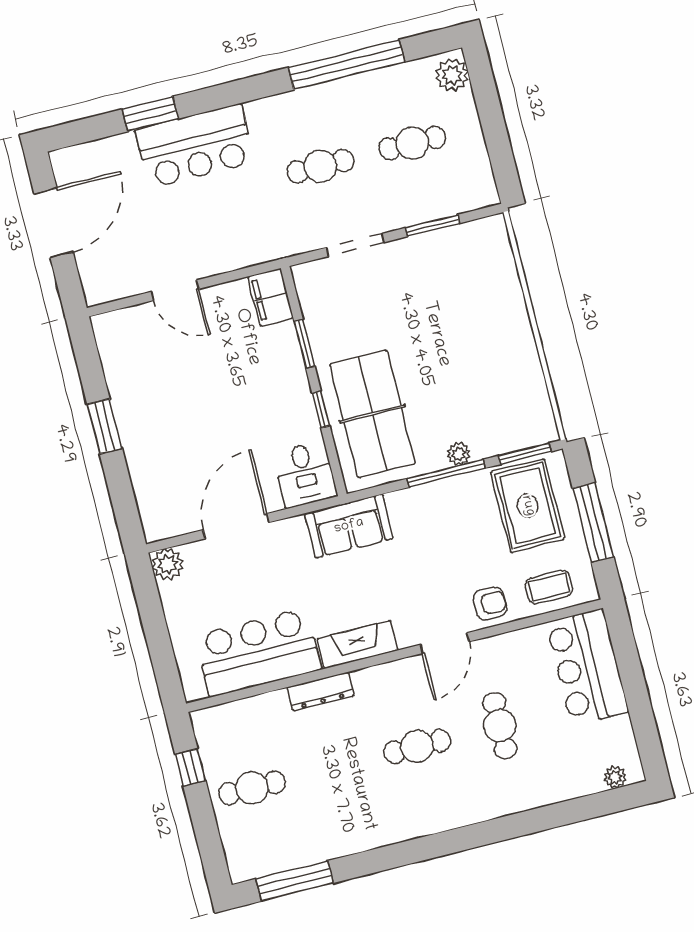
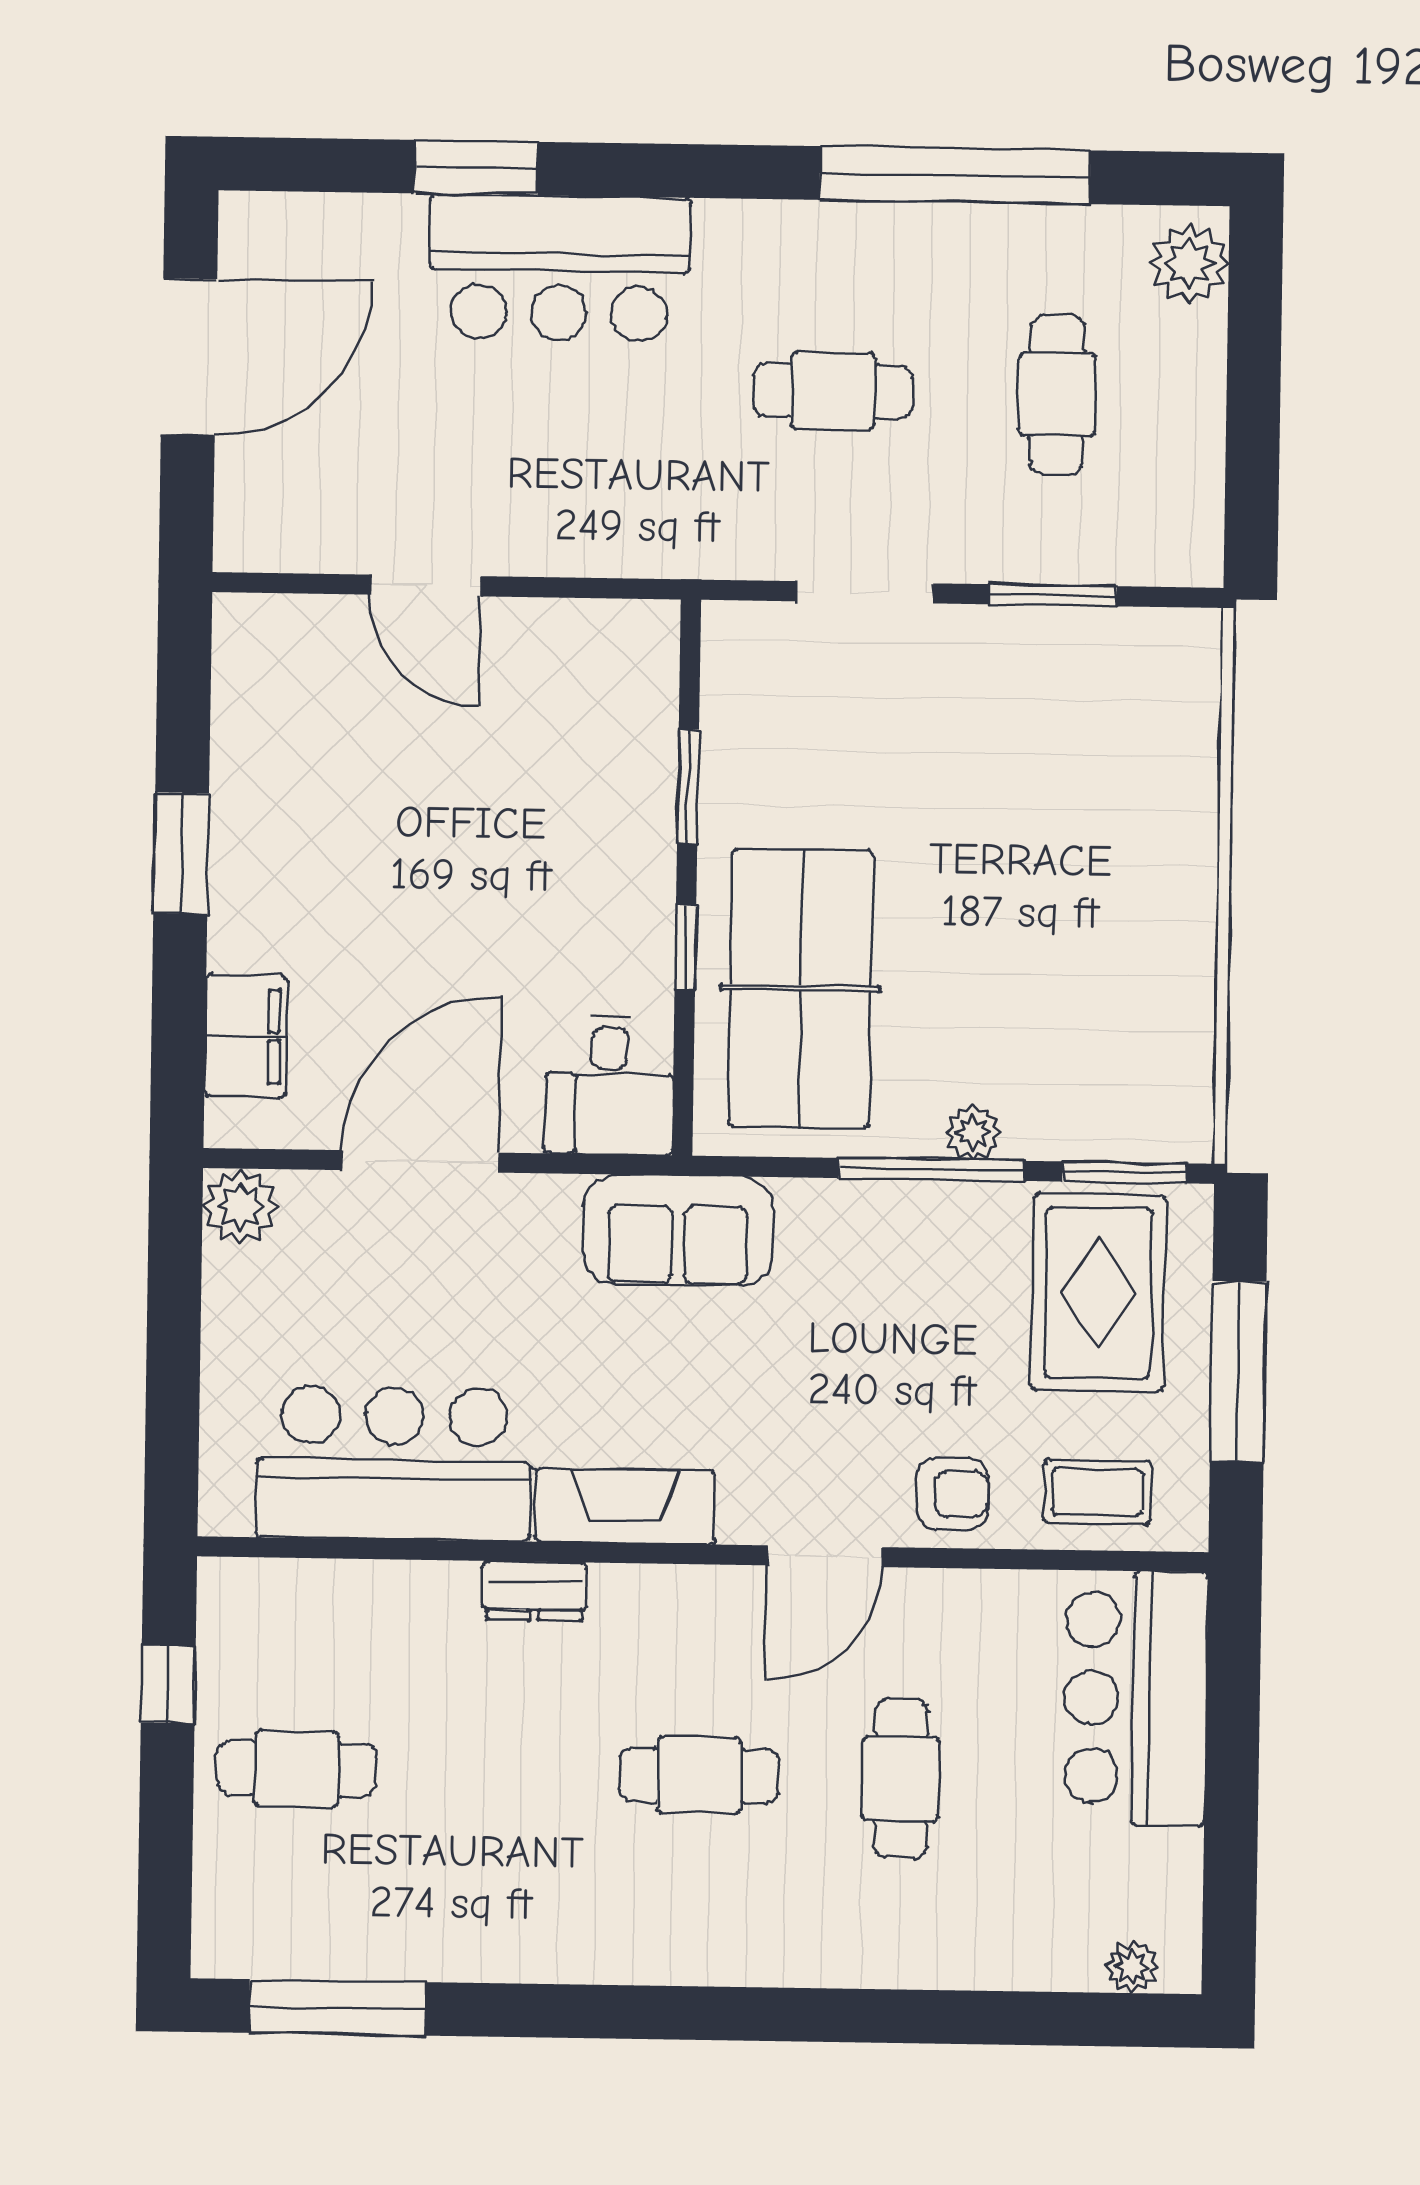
cafe table: (412, 143) -> (1057, 394), turned 90
filing cabinet: (271, 297) -> (246, 1036), moved, turned 180
dresser: (320, 691) -> (534, 1591), width x0.70

